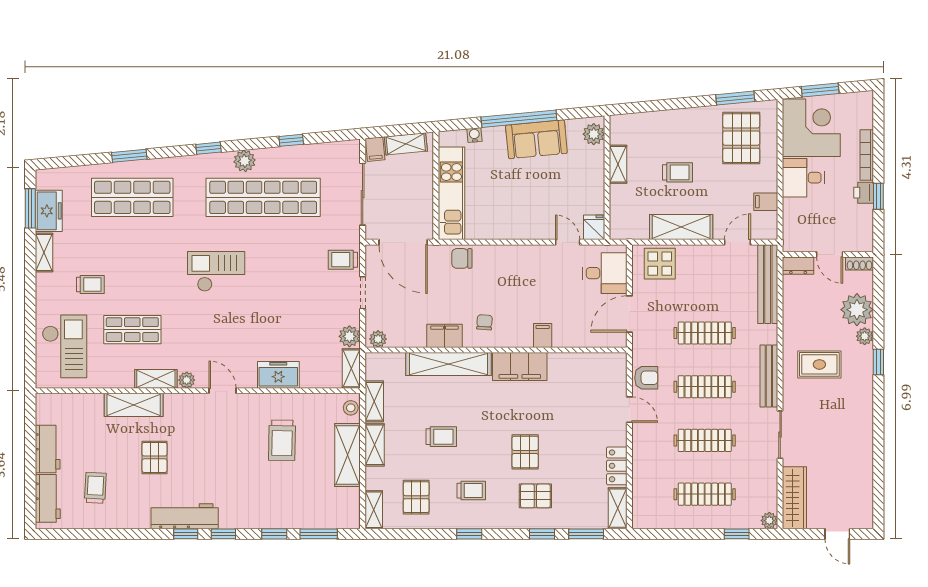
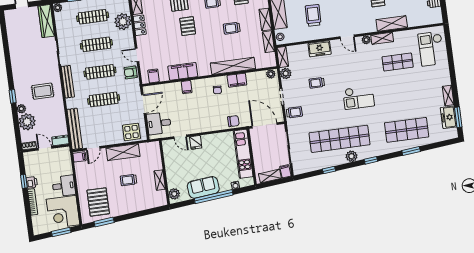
filing cabinet: (766, 202) -> (79, 157), moved
fridge: (594, 227) -> (196, 142), moved
trolley: (90, 285) -> (317, 83), moved
filing cabinet: (603, 365) -> (154, 76), added
filing cabinet: (520, 367) -> (183, 71), moved
plant: (648, 477) -> (123, 22), added

